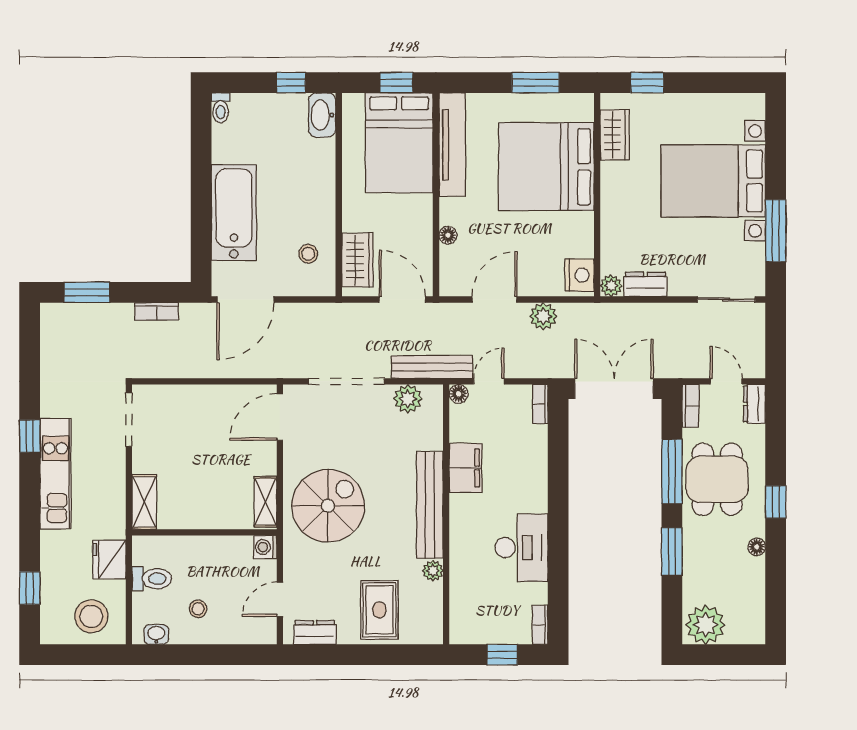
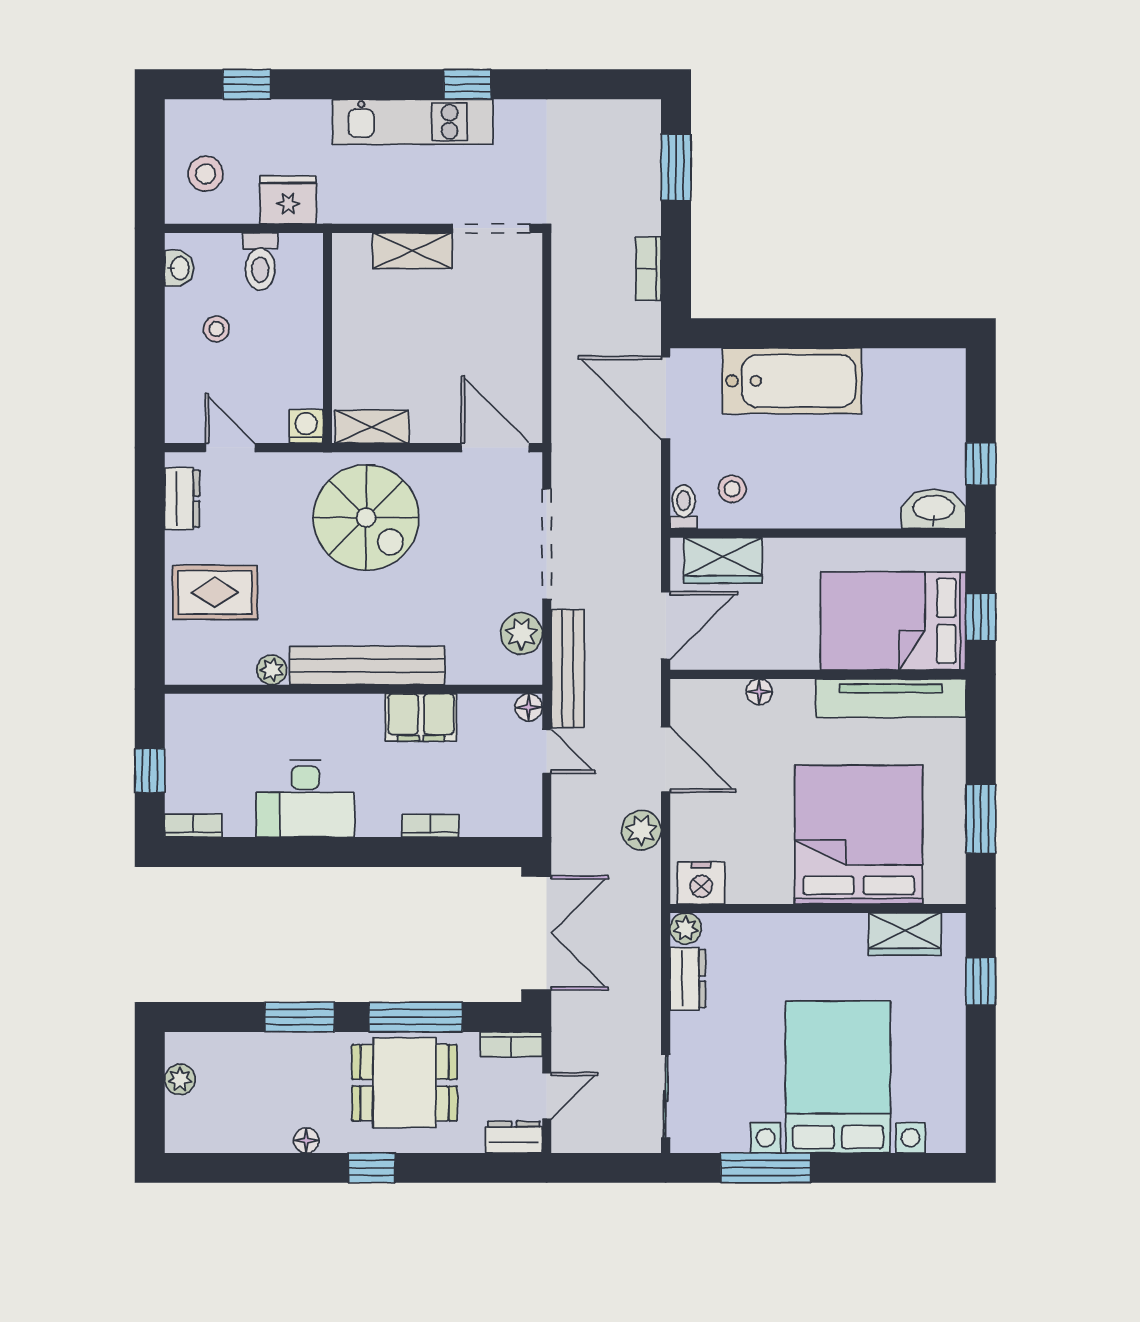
toilet: (221, 108) -> (684, 507), moved, turned 90
bookcase: (540, 404) -> (430, 826), moved
shelving: (144, 502) -> (412, 251), moved
stool: (91, 616) -> (206, 174), width x0.73, depth x0.73
plant: (706, 625) -> (180, 1079), width x0.53, depth x0.53

